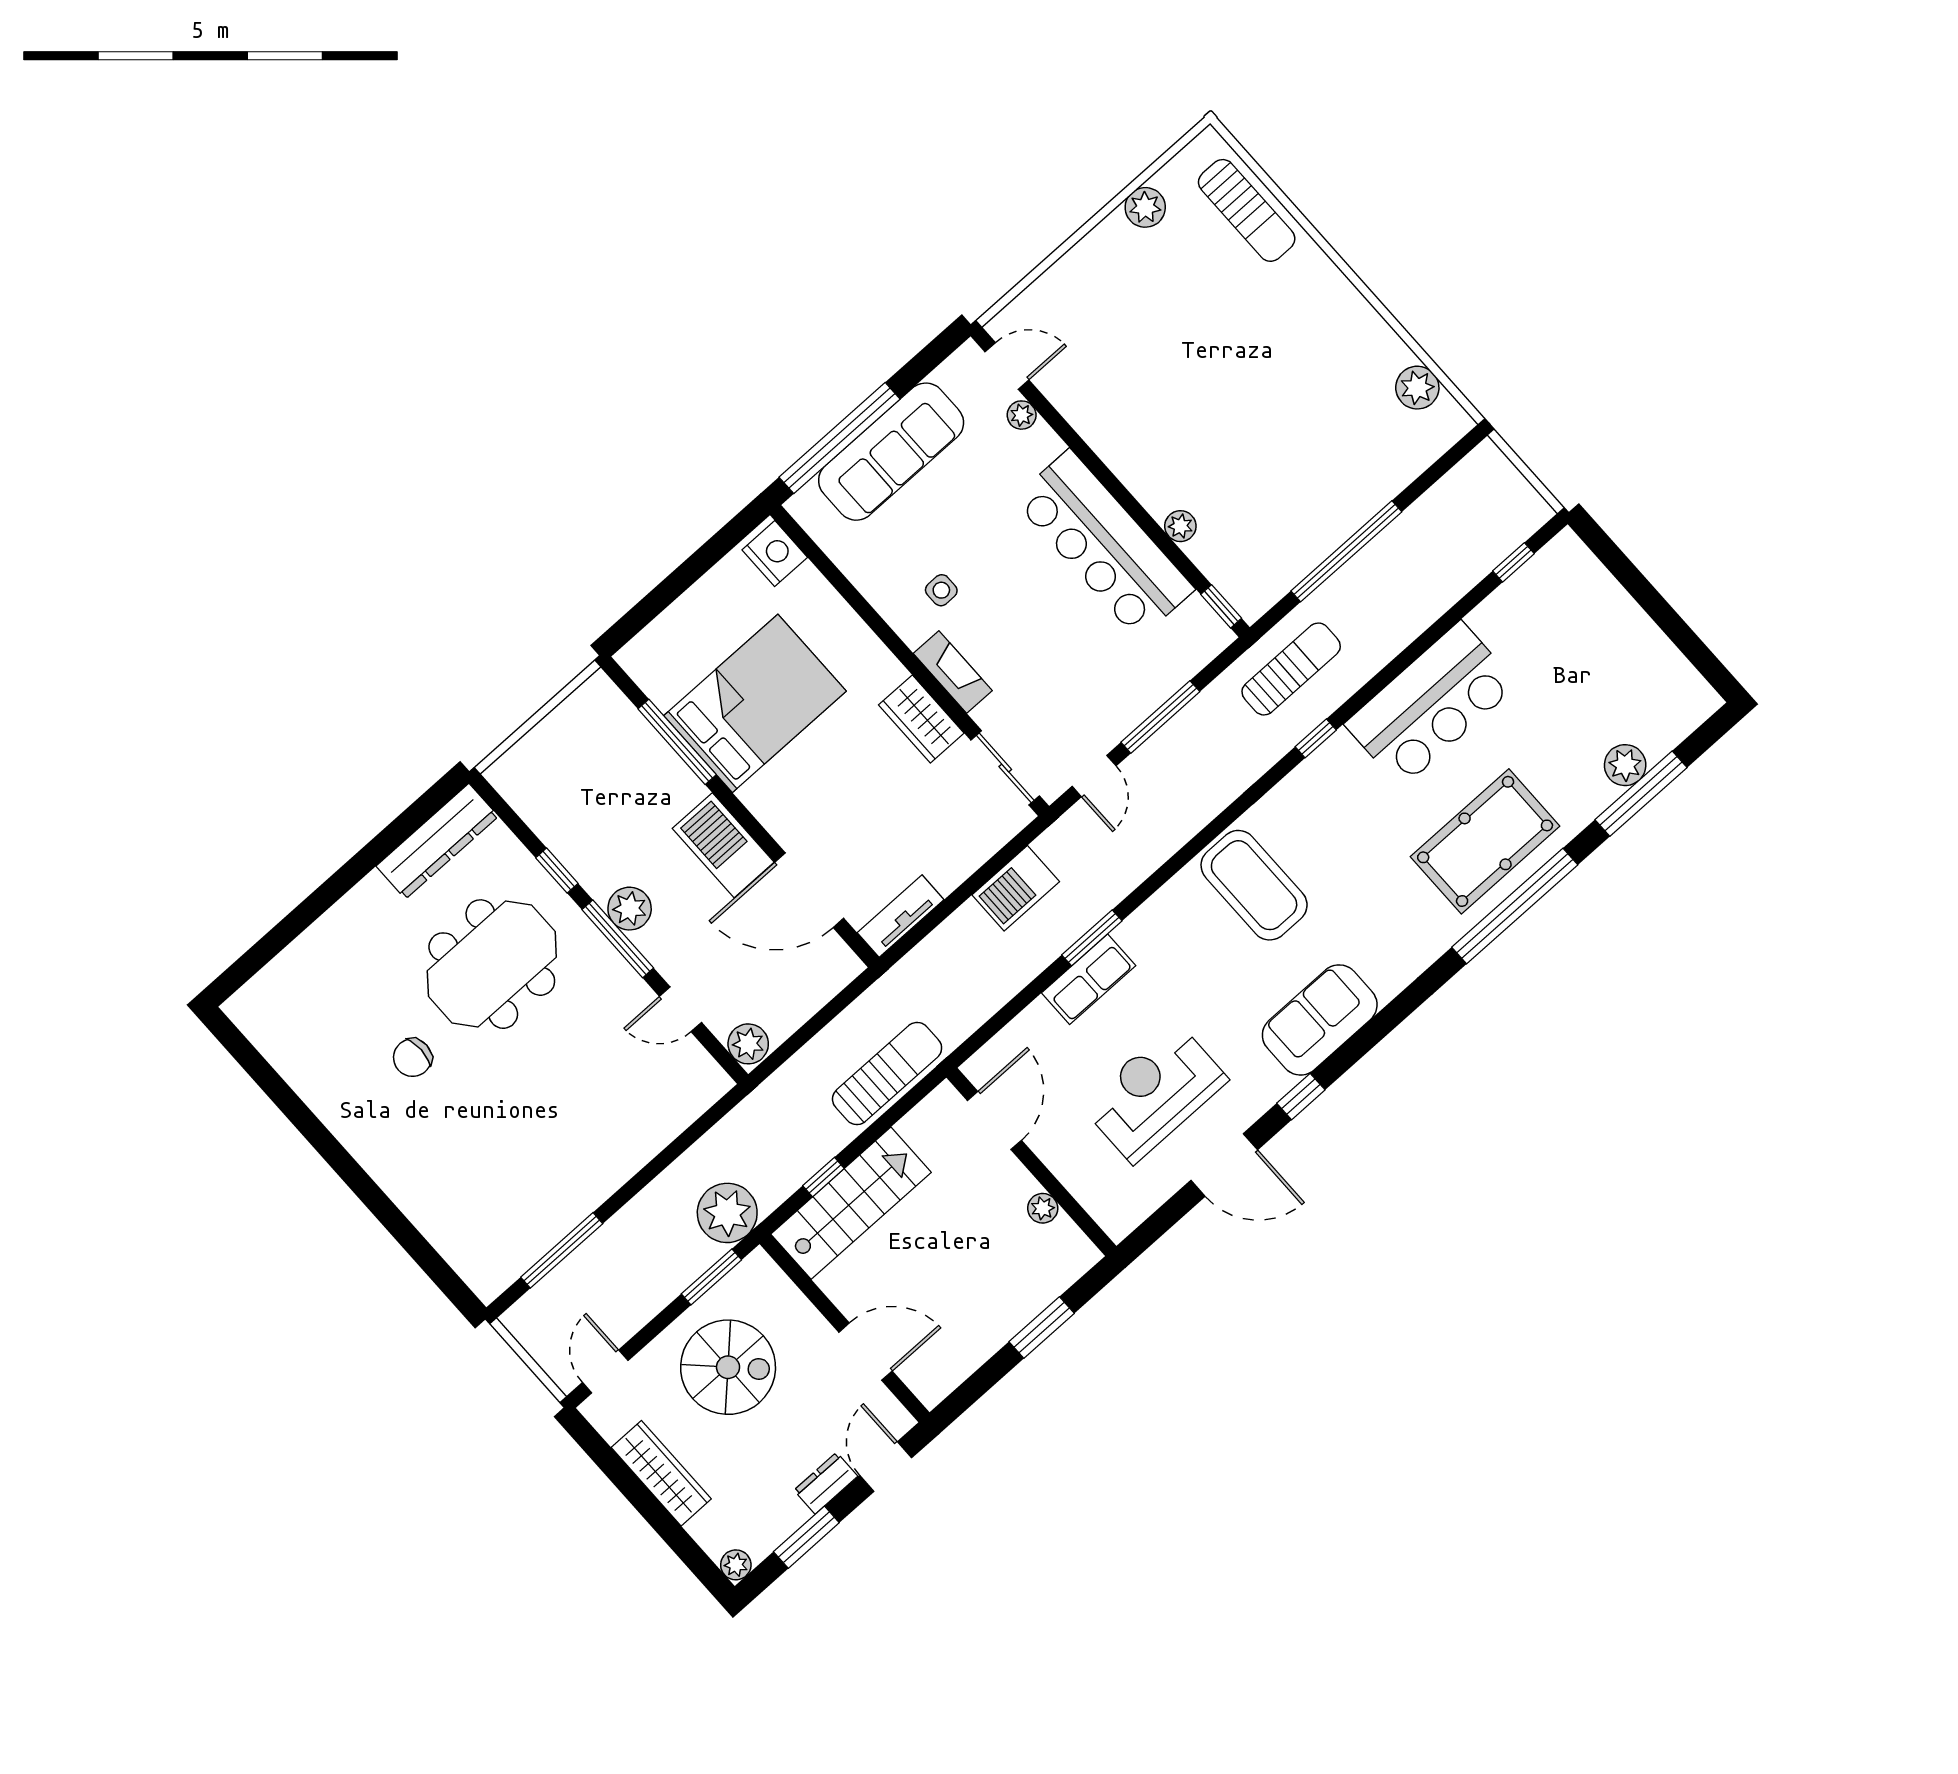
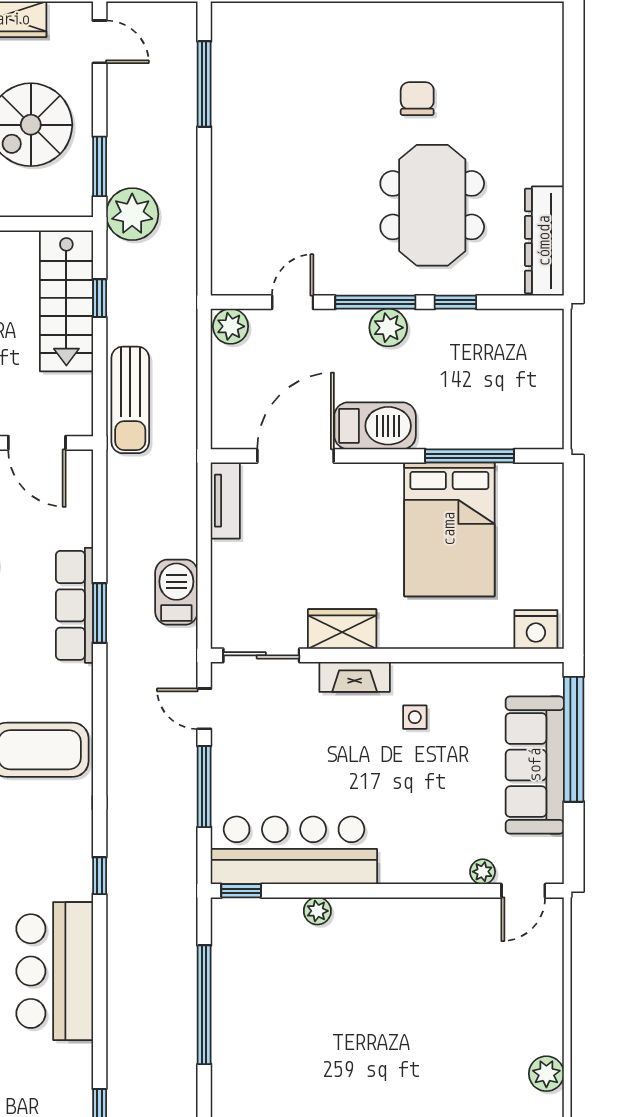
bar counter: (1104, 544) -> (294, 850), moved
sun lounger: (1291, 669) -> (159, 900), removed
row of seats: (1089, 979) -> (74, 605), width x1.48

